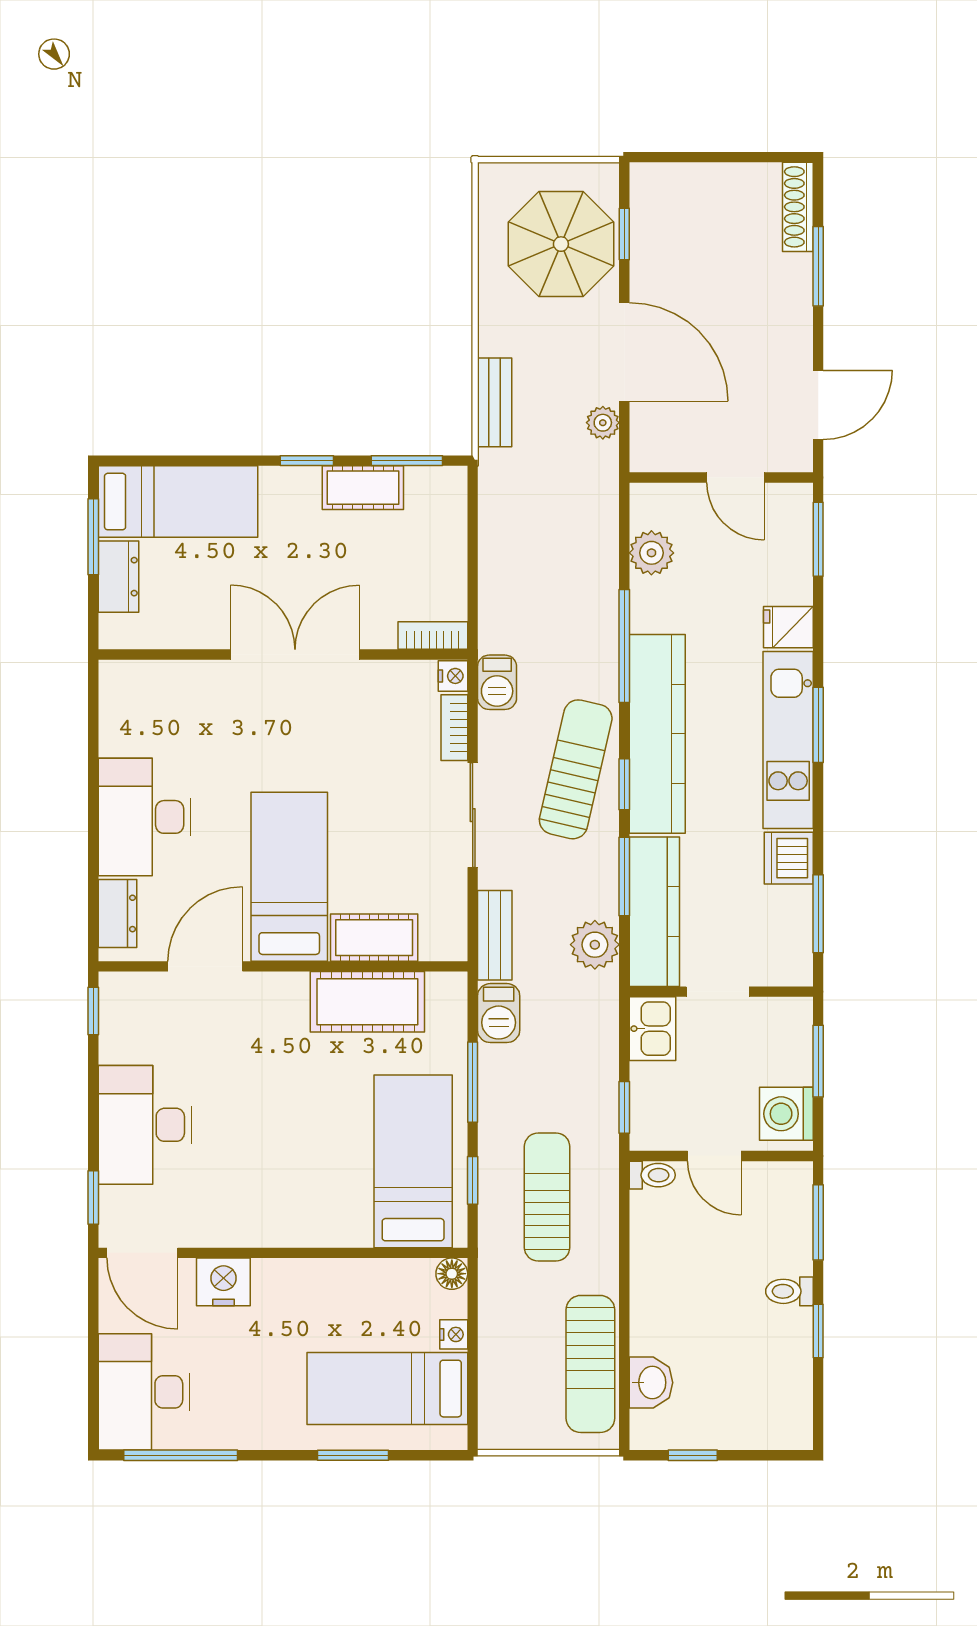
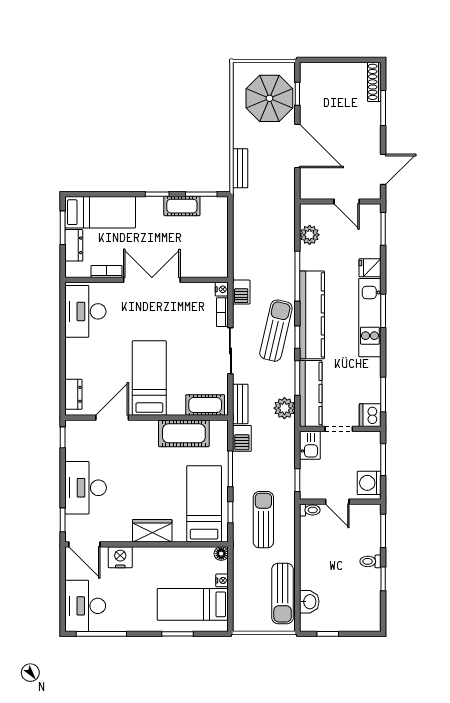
plant: (603, 423) -> (288, 177), removed
bookcase: (433, 636) -> (106, 271), moved
desk: (145, 817) -> (85, 311), moved
dishwasher: (789, 858) -> (370, 415), moved
cot: (374, 938) -> (205, 405), moved
wardrobe: (296, 1222) -> (152, 531), added

